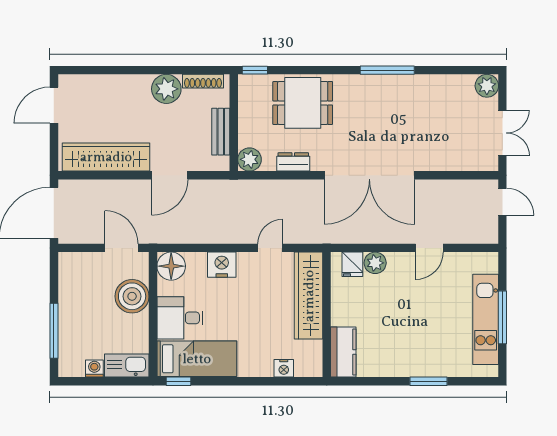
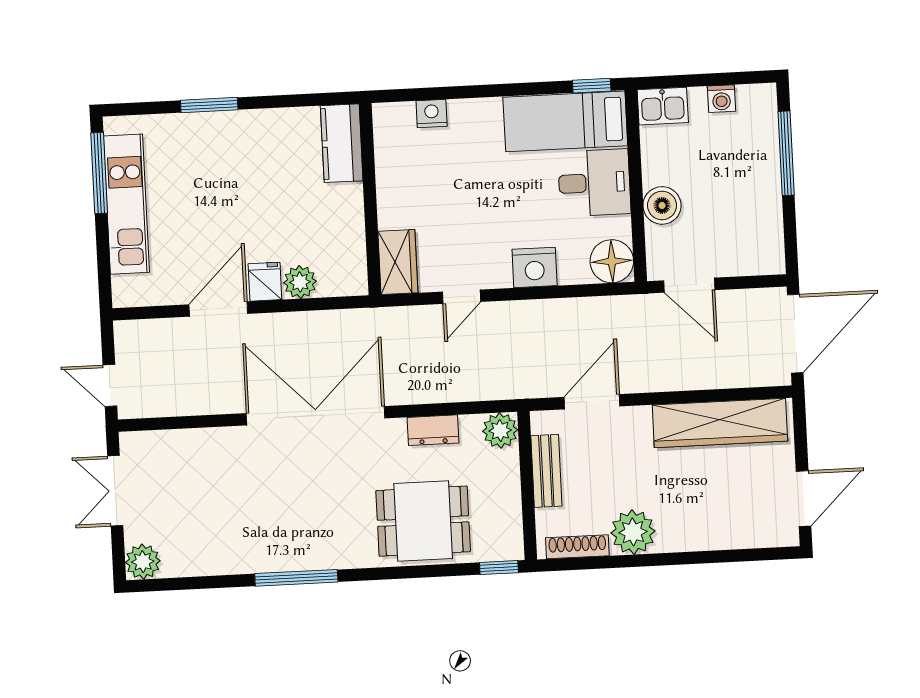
door: (170, 175) -> (592, 402), moved
door: (429, 248) -> (218, 309), width x1.38
fridge: (352, 264) -> (265, 282), moved
boiler: (132, 296) -> (662, 205), width x0.73, depth x0.73
wardrobe: (309, 296) -> (398, 262), width x0.48, depth x0.85
window: (502, 317) -> (99, 173), moved
kitchen sink: (127, 366) -> (663, 106), width x0.73

